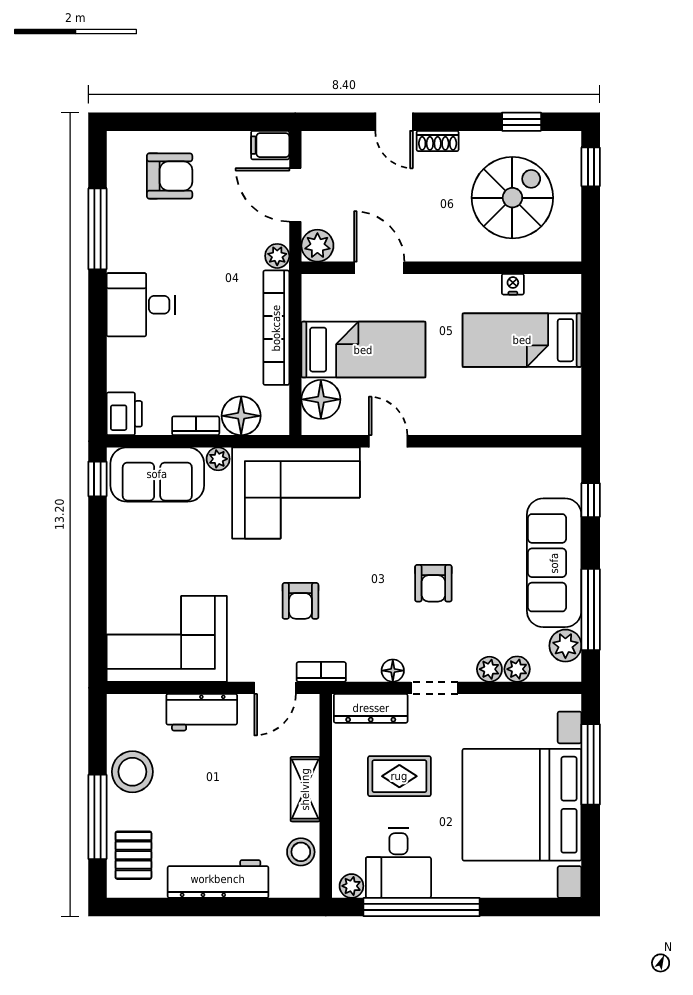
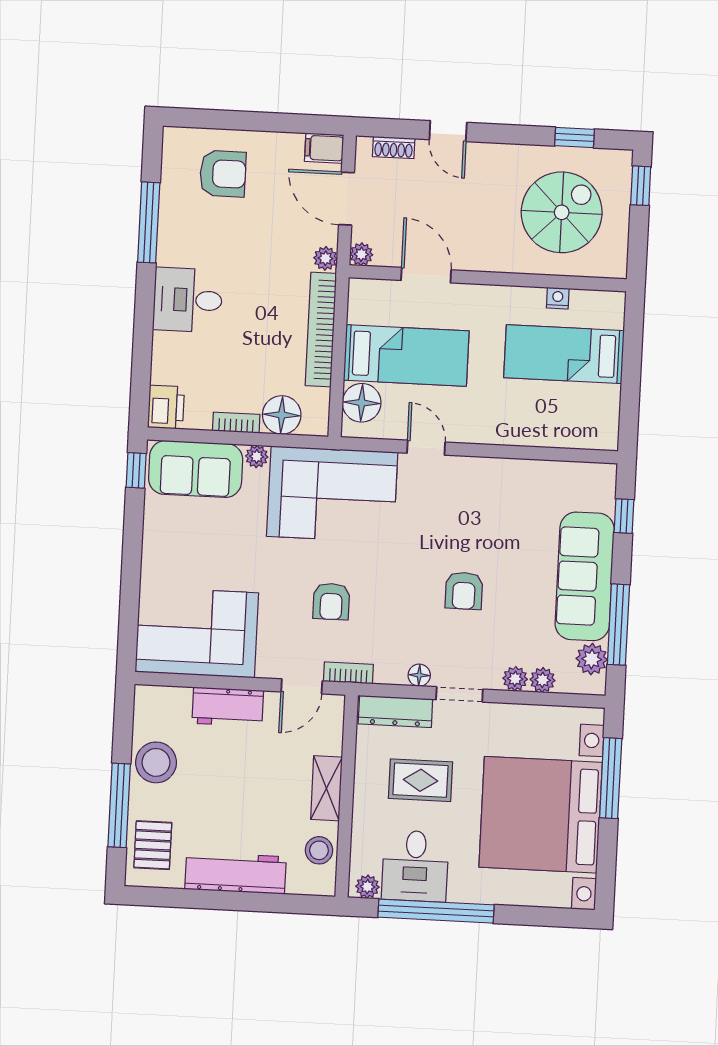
shoe rack: (438, 141) -> (394, 148), moved
plant: (317, 246) -> (361, 254), width x0.73, depth x0.73

